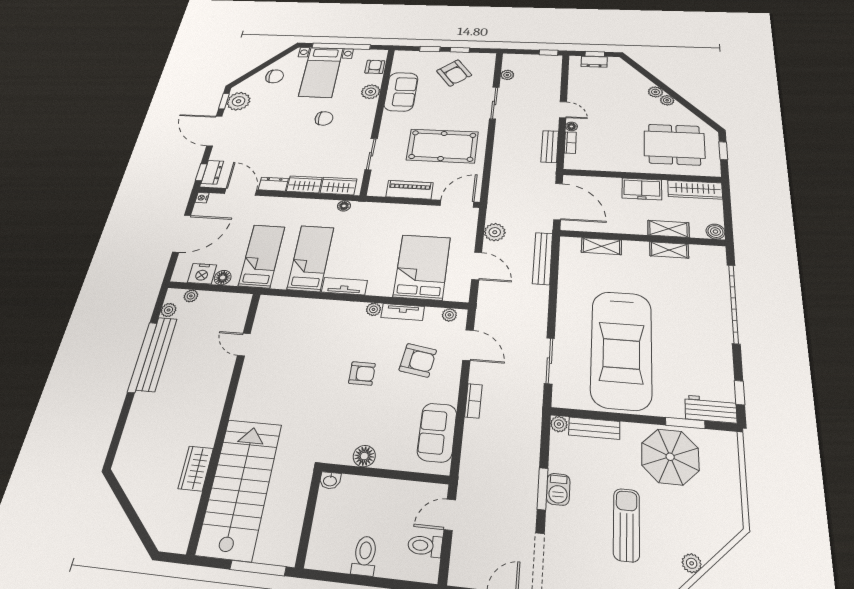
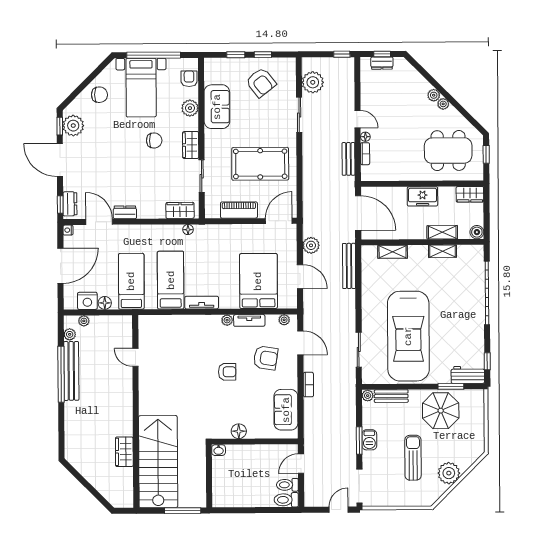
plant: (507, 75) -> (313, 82), width x1.88, depth x1.88
wardrobe: (304, 184) -> (191, 145), moved, turned -90
wardrobe: (695, 190) -> (470, 194), width x0.67
toilet: (365, 556) -> (286, 500), moved, turned -90
plant: (692, 563) -> (449, 473), width x1.87, depth x1.87

